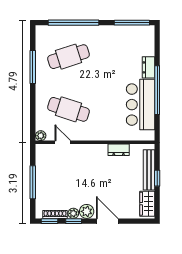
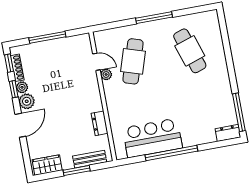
window: (73, 23) -> (227, 49), removed
window: (33, 67) -> (154, 18), moved
dresser: (149, 67) -> (228, 133), moved
plant: (41, 136) -> (106, 74), moved
door: (63, 142) -> (96, 62), hinge flipped
bench: (149, 170) -> (90, 159), width x0.73
window: (157, 178) -> (77, 171), width x1.50

